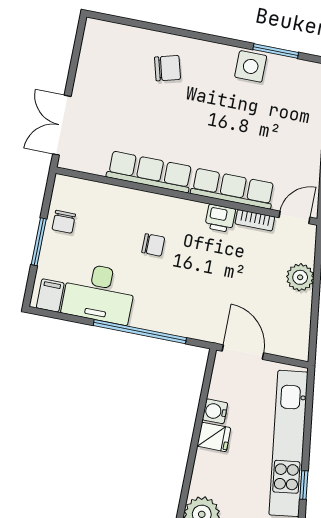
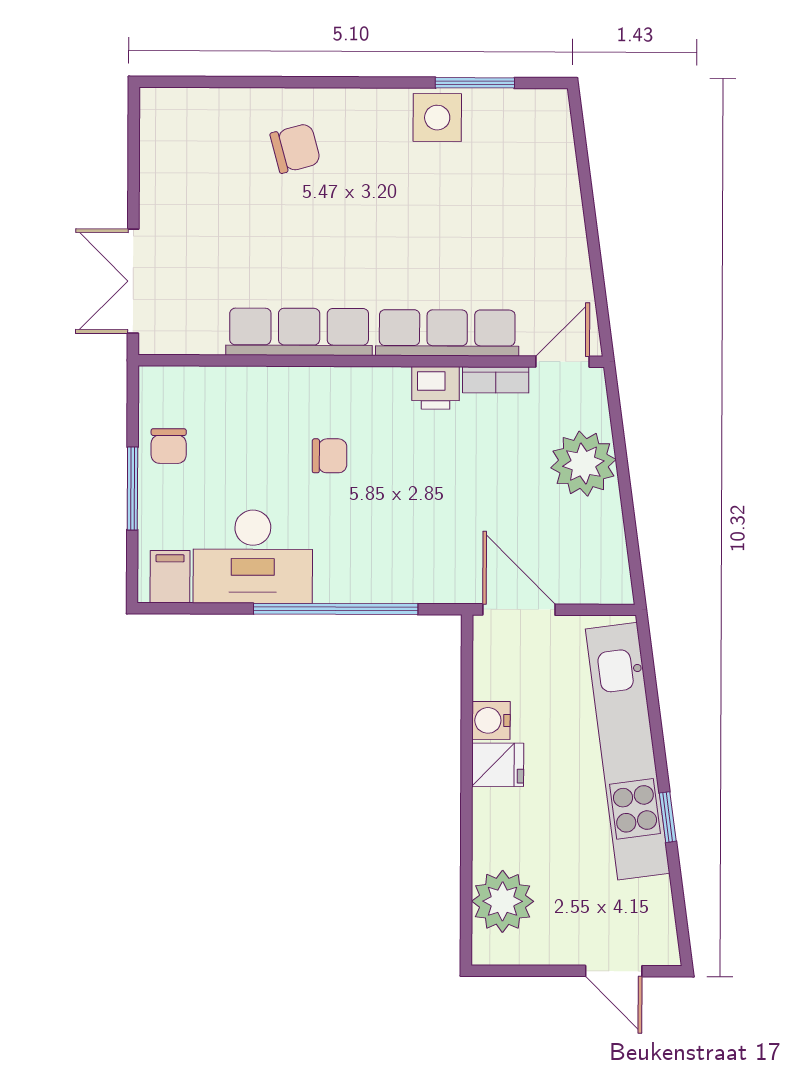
plant: (300, 277) -> (583, 464), width x1.36, depth x1.36

